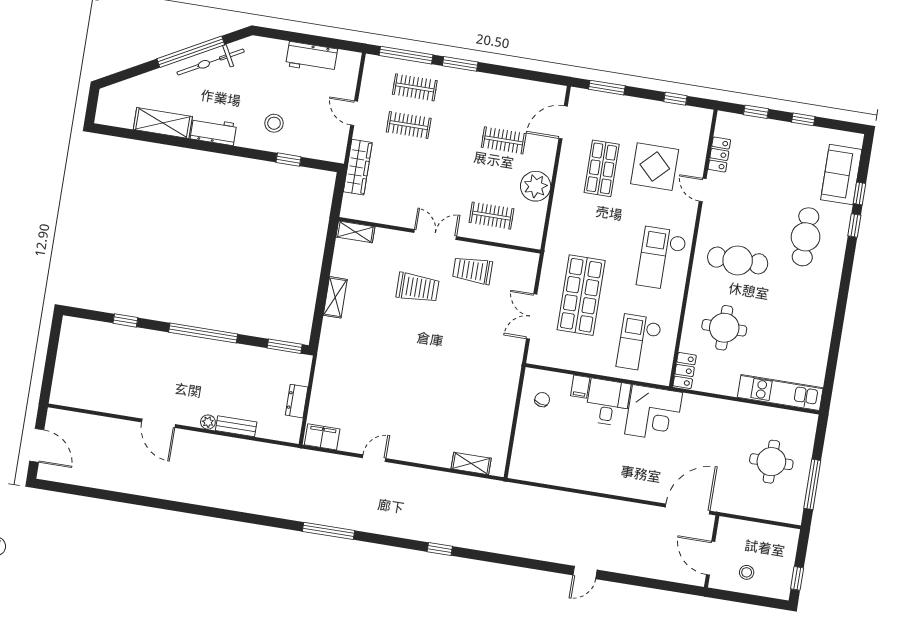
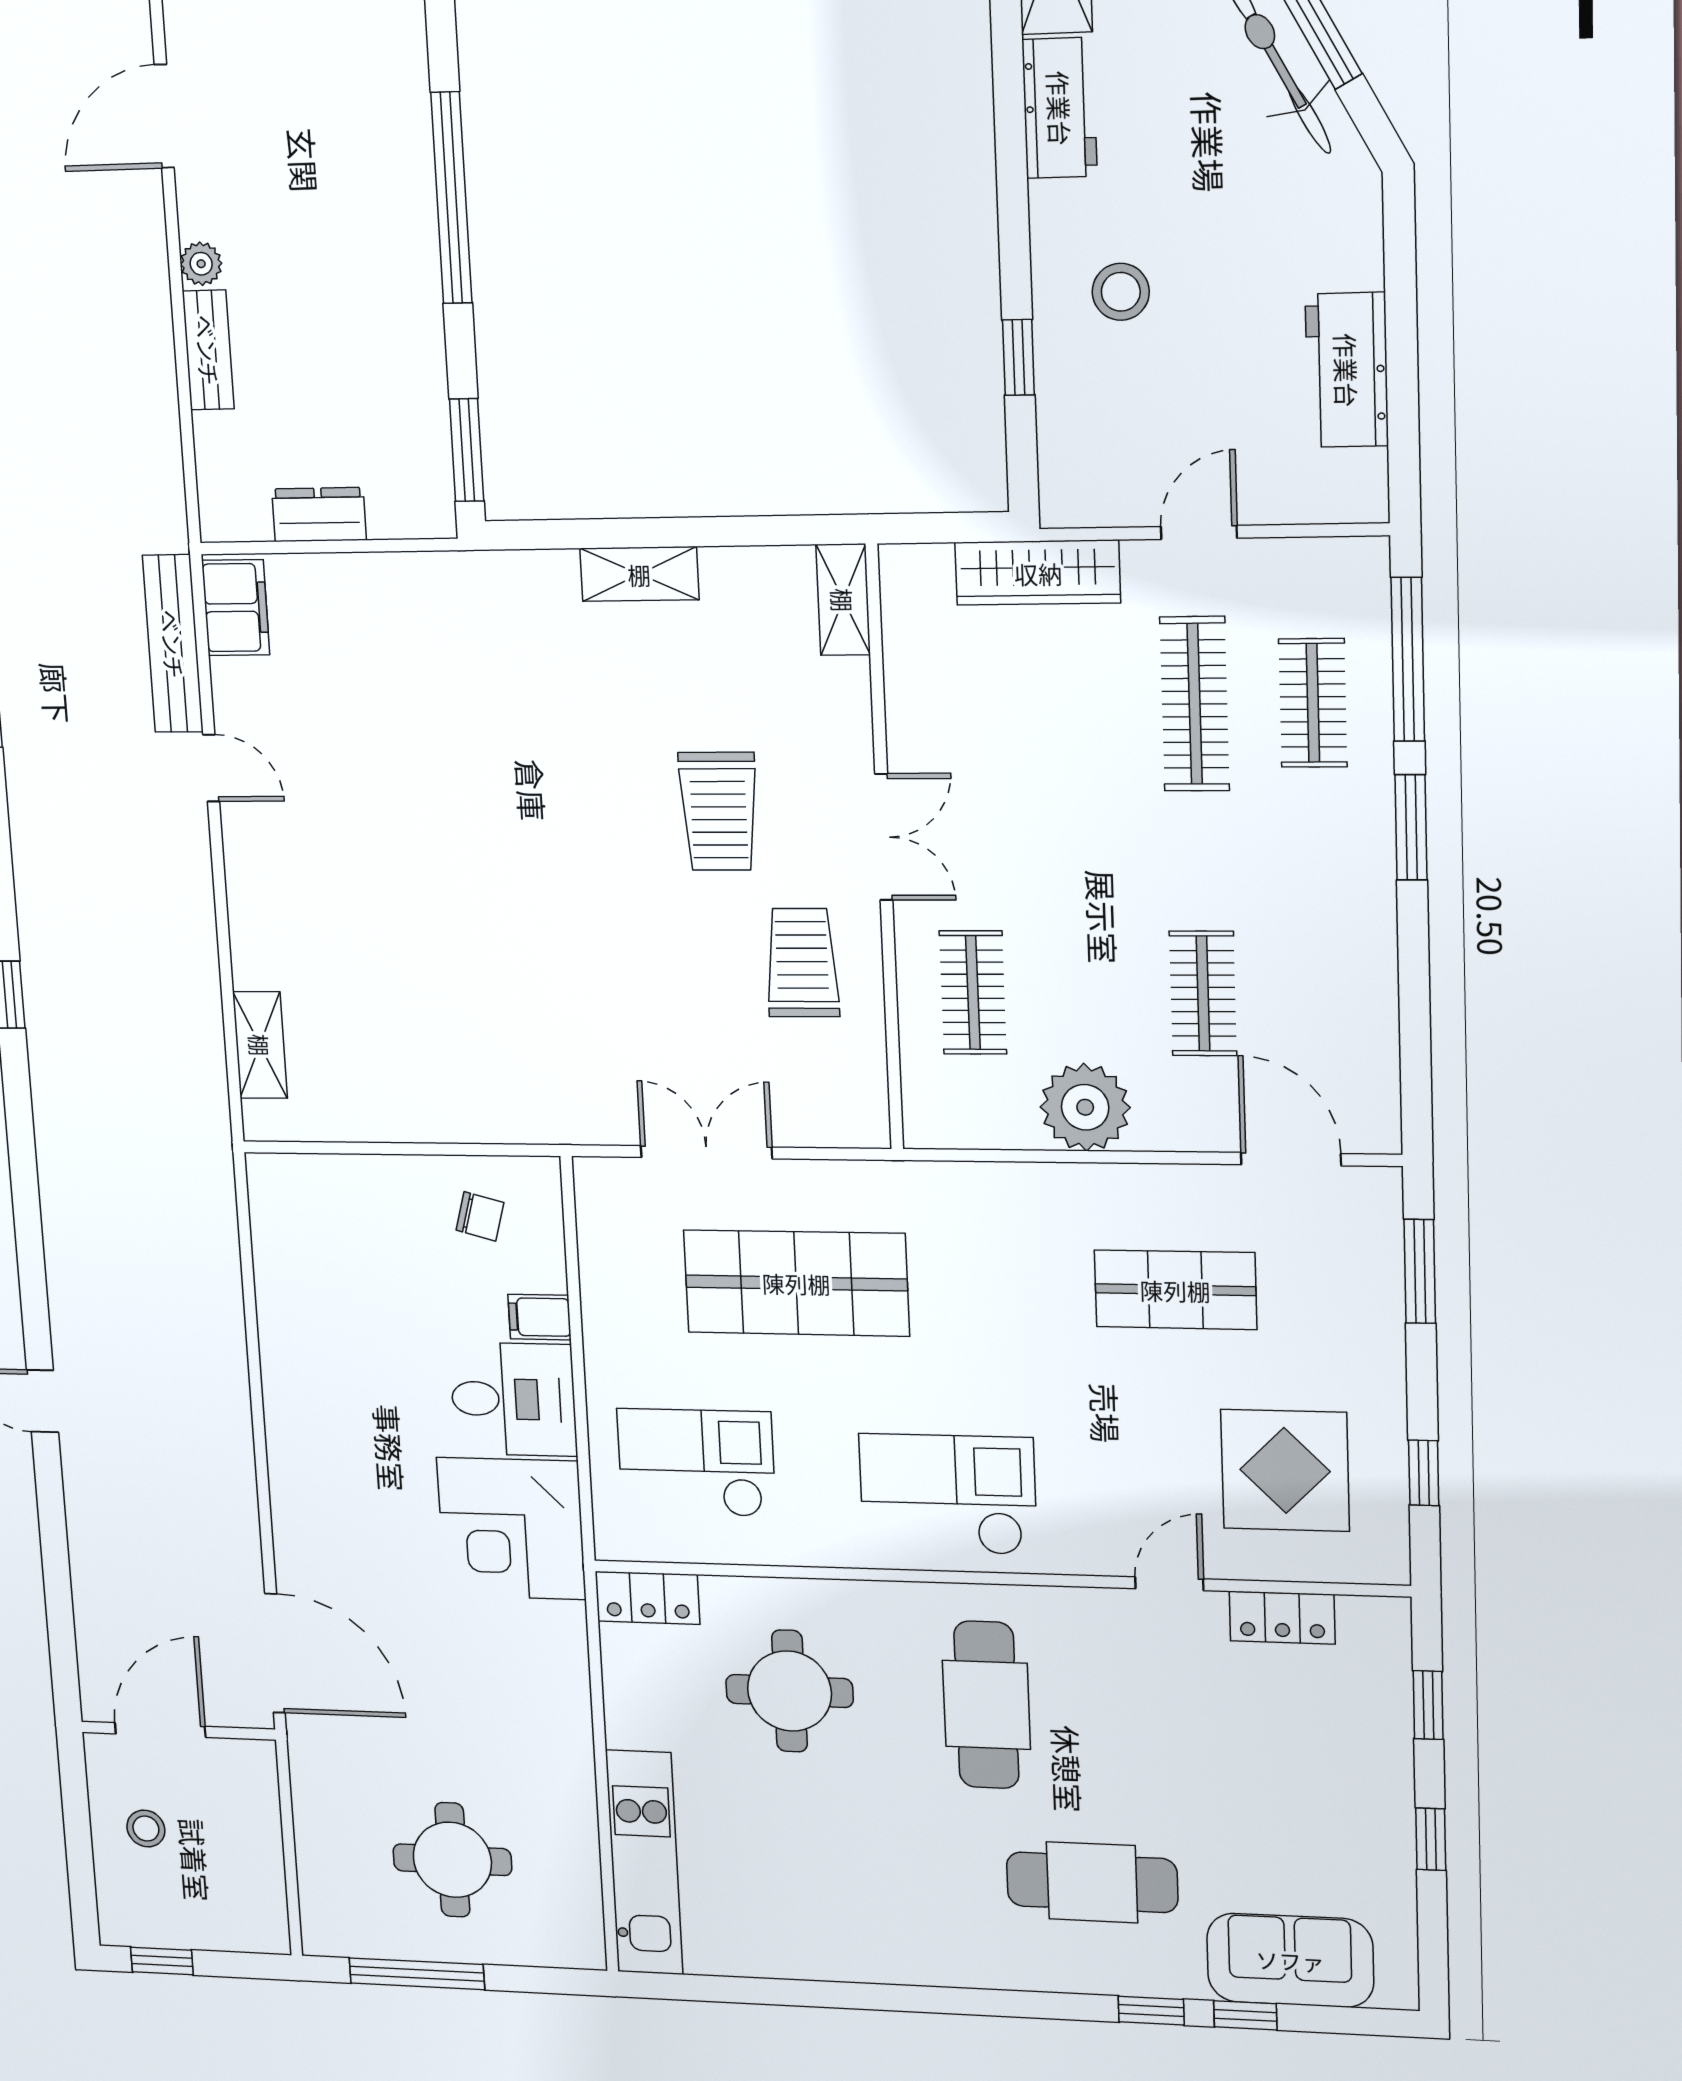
clothes rail: (409, 125) -> (1195, 704), width x1.36
display table: (655, 167) -> (1285, 1470), moved
bench: (330, 462) -> (173, 644), added

